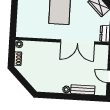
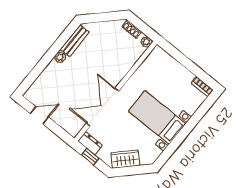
bench: (83, 90) -> (75, 41), moved

